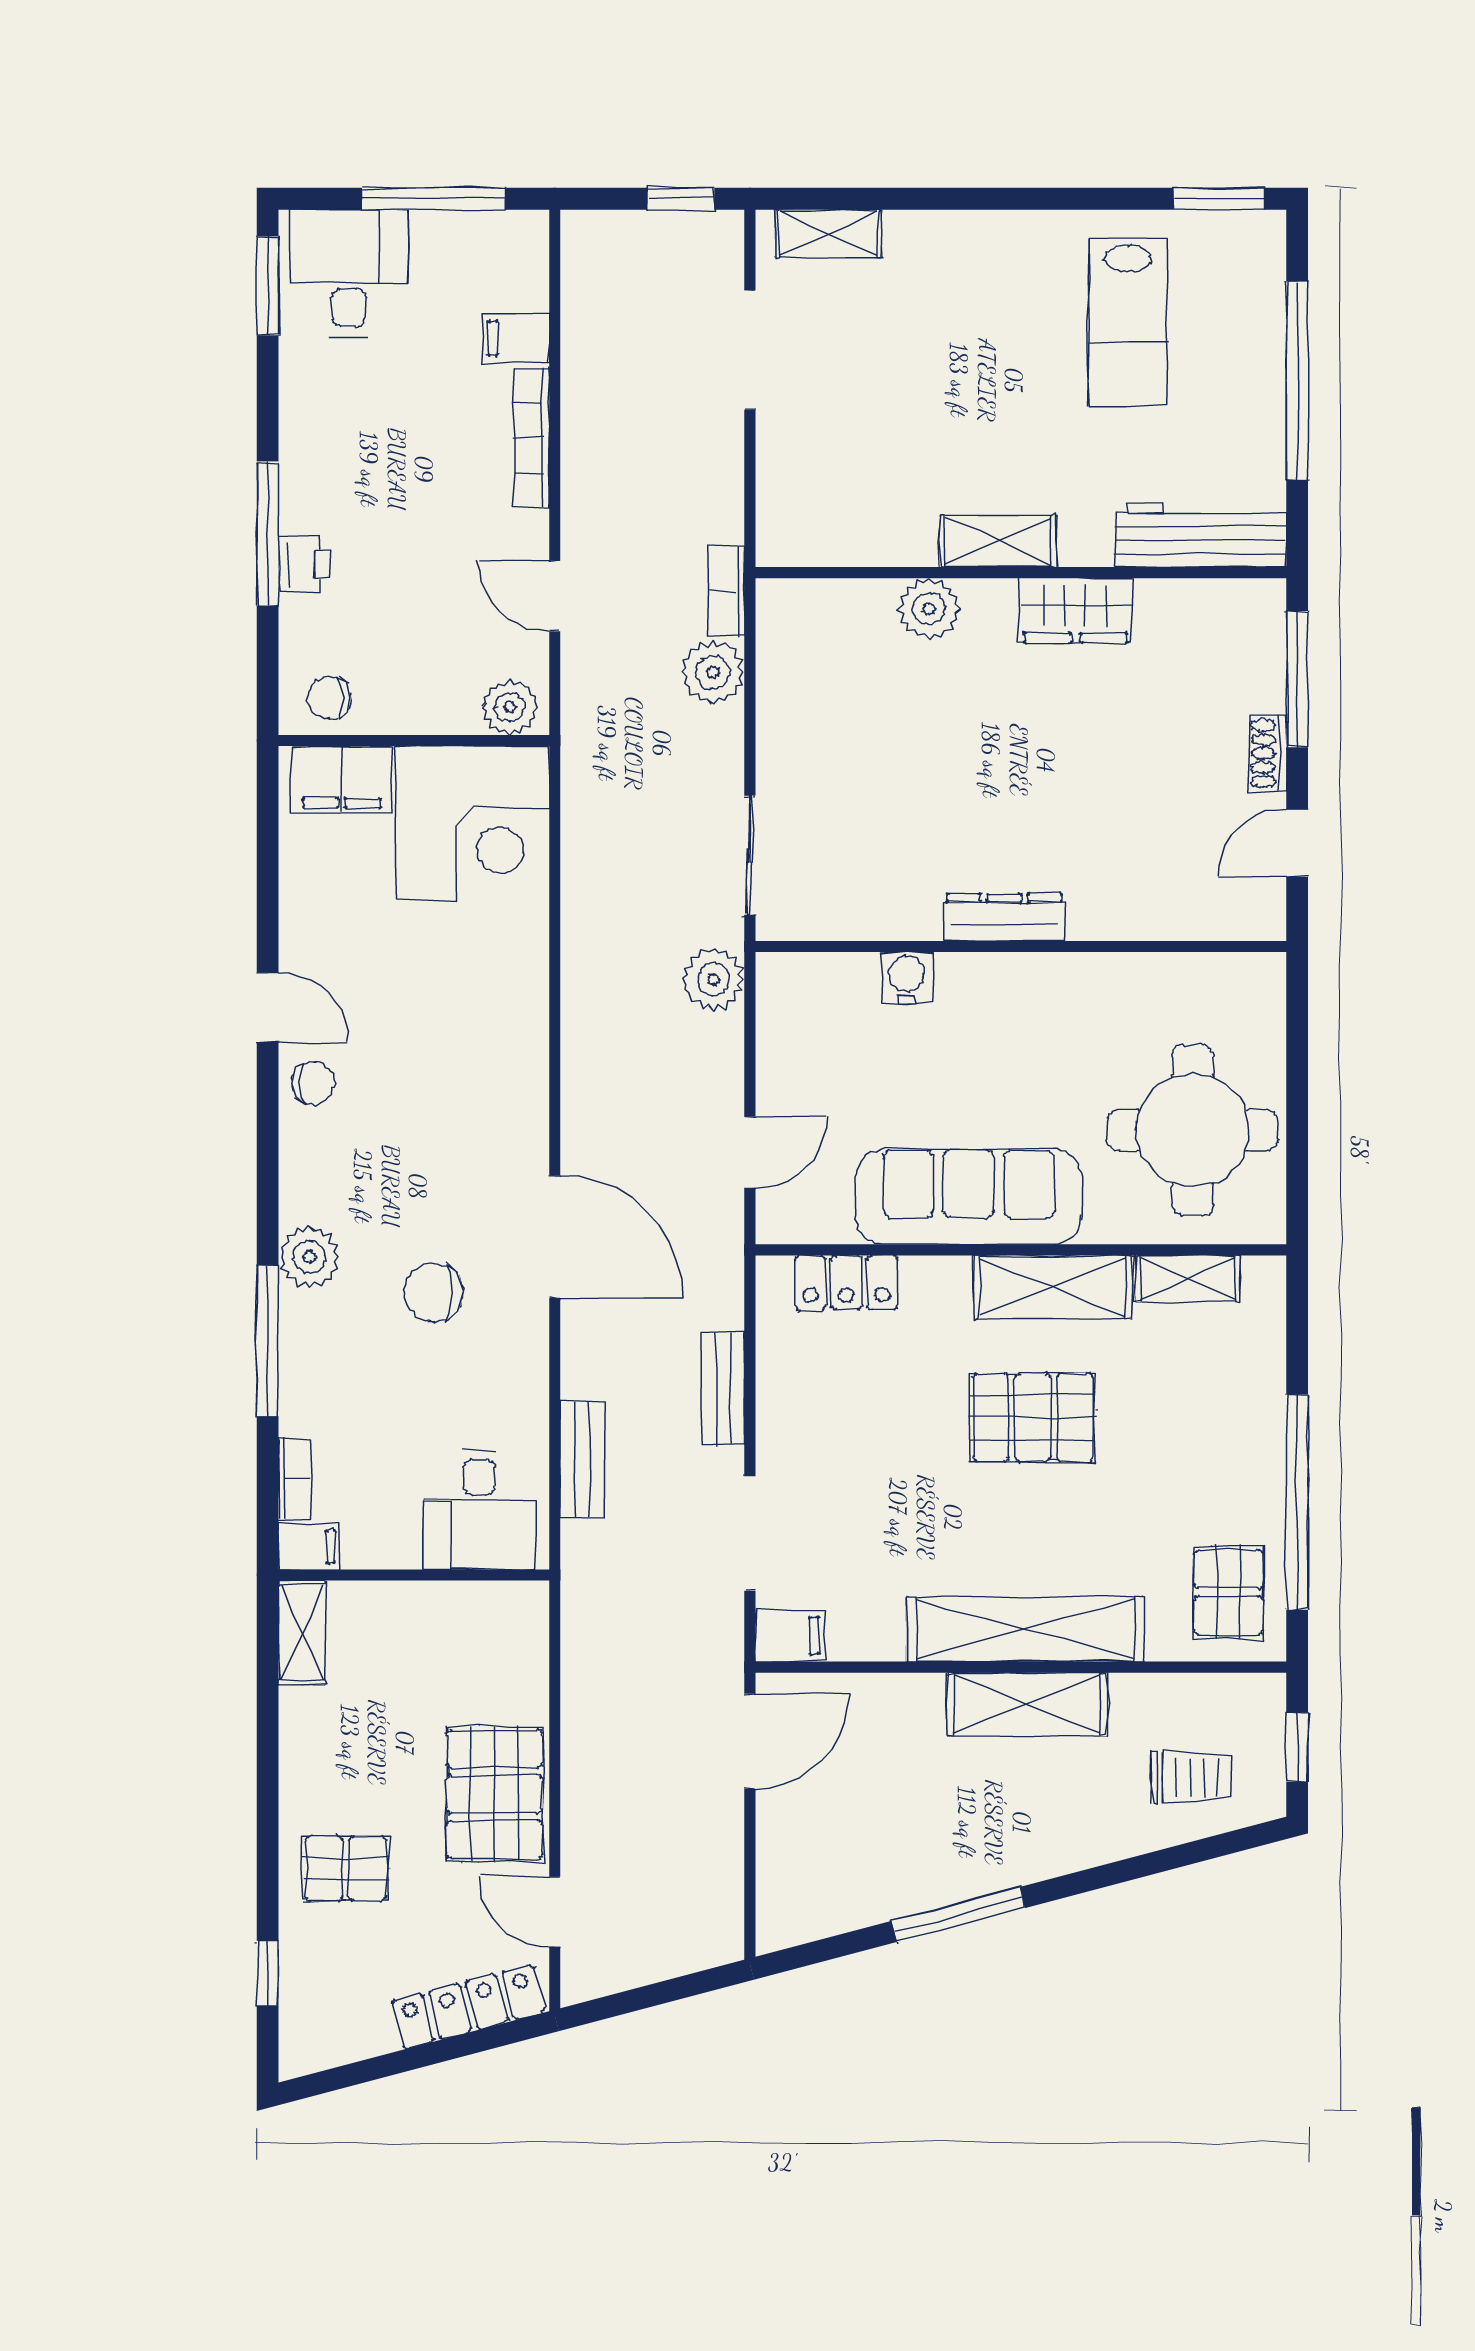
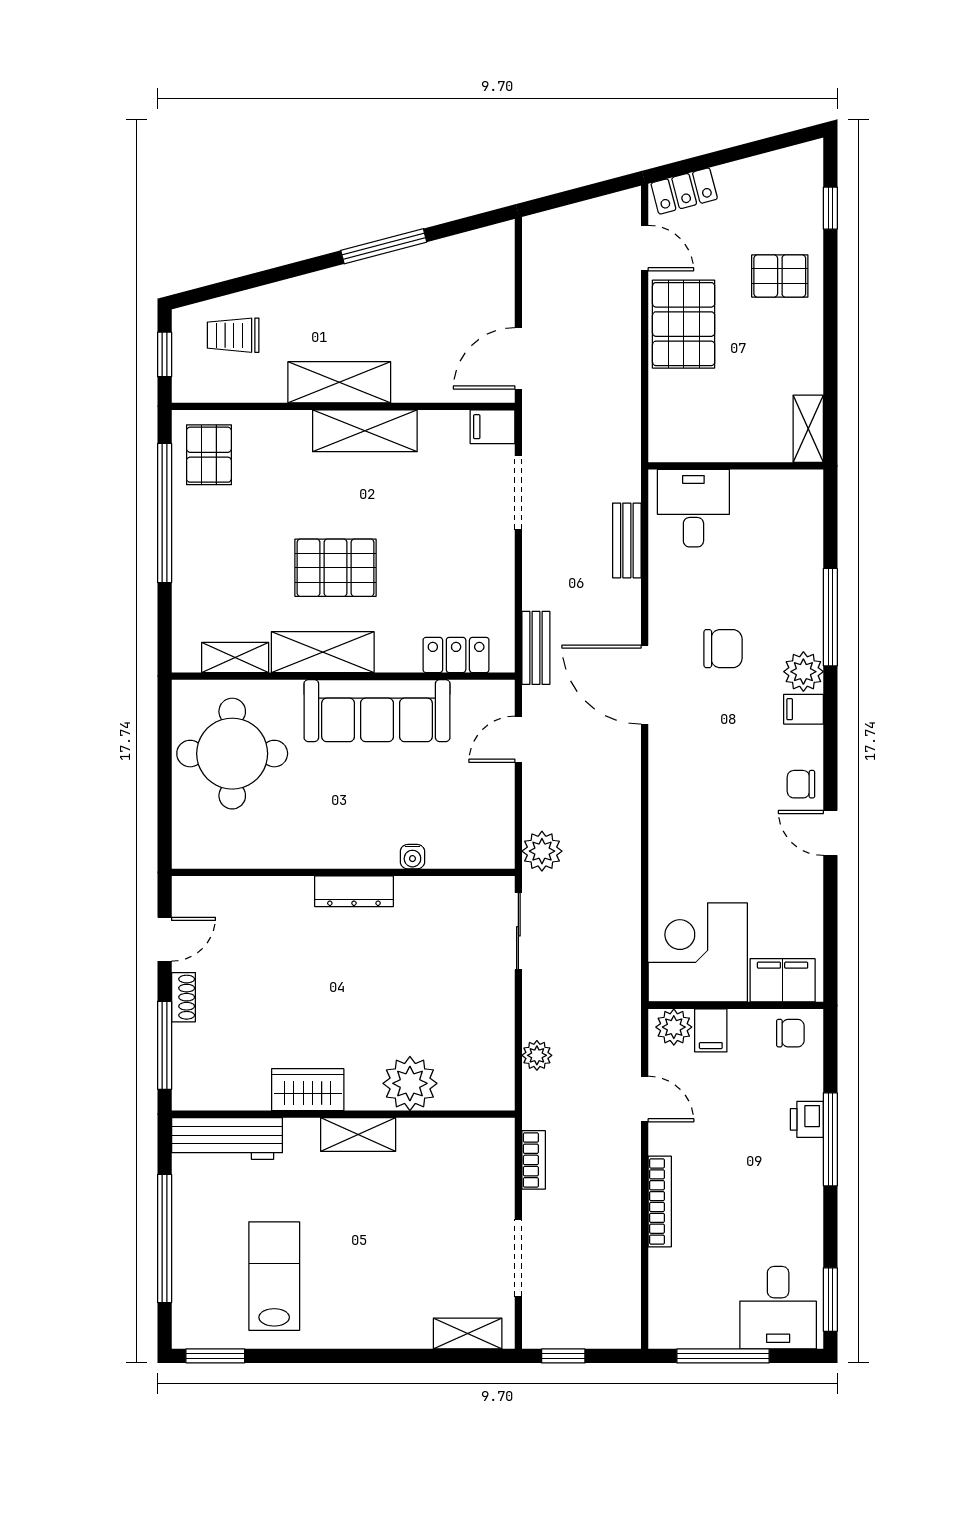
filing cabinet: (516, 338) -> (711, 1030), moved, turned 90
bookcase: (726, 591) -> (534, 1160), moved
plant: (929, 609) -> (410, 1083), width x1.36, depth x1.36
plant: (713, 672) -> (537, 1055), width x0.73, depth x0.73
water cooler: (907, 978) -> (412, 857), width x0.72, depth x0.72
bench: (723, 1388) -> (536, 648), moved
bookcase: (295, 1478) -> (813, 528), removed
filing cabinet: (309, 1547) -> (804, 709), moved
shelving: (1025, 1629) -> (365, 431), width x0.68
locker: (468, 2007) -> (684, 191), width x0.66

